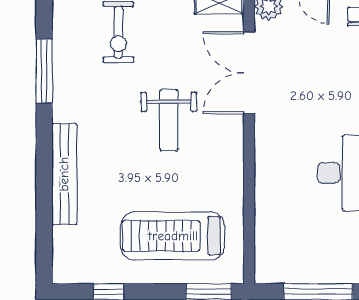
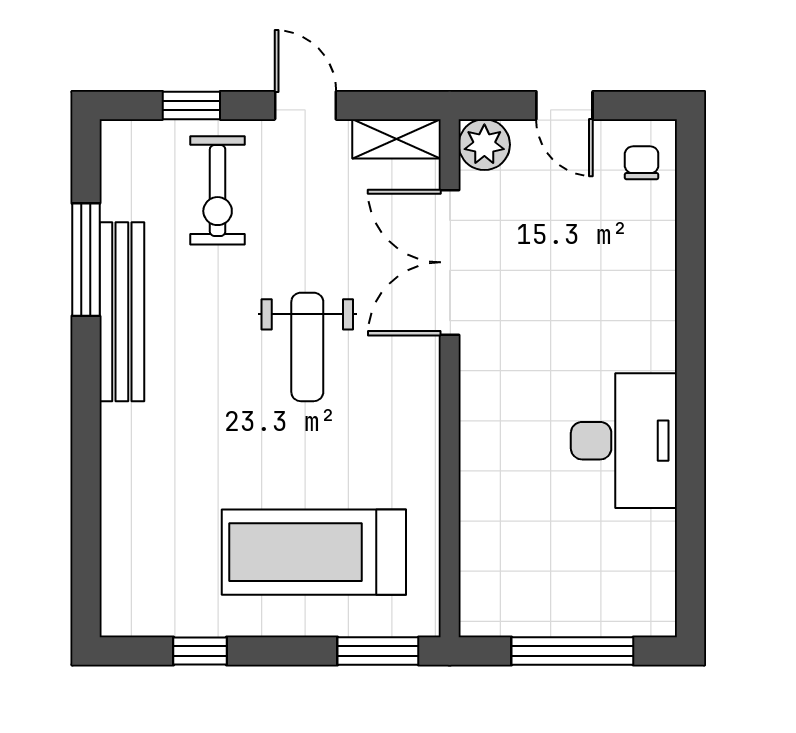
bench: (64, 174) -> (122, 312), moved

